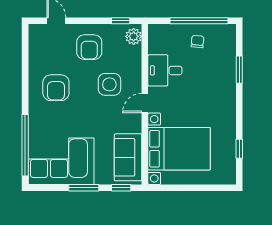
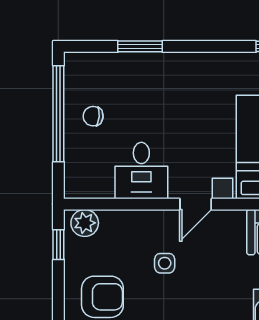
side table: (109, 84) -> (165, 263), width x0.54, depth x0.54
door: (145, 103) -> (196, 204), hinge flipped

